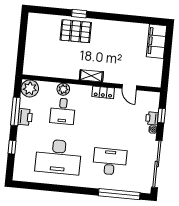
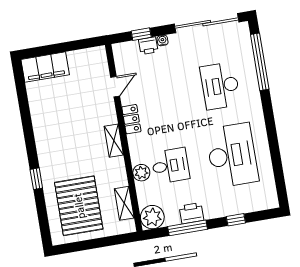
pallet: (76, 31) -> (79, 206), moved, width x1.37, depth x1.41
shelving: (45, 71) -> (124, 203), added

